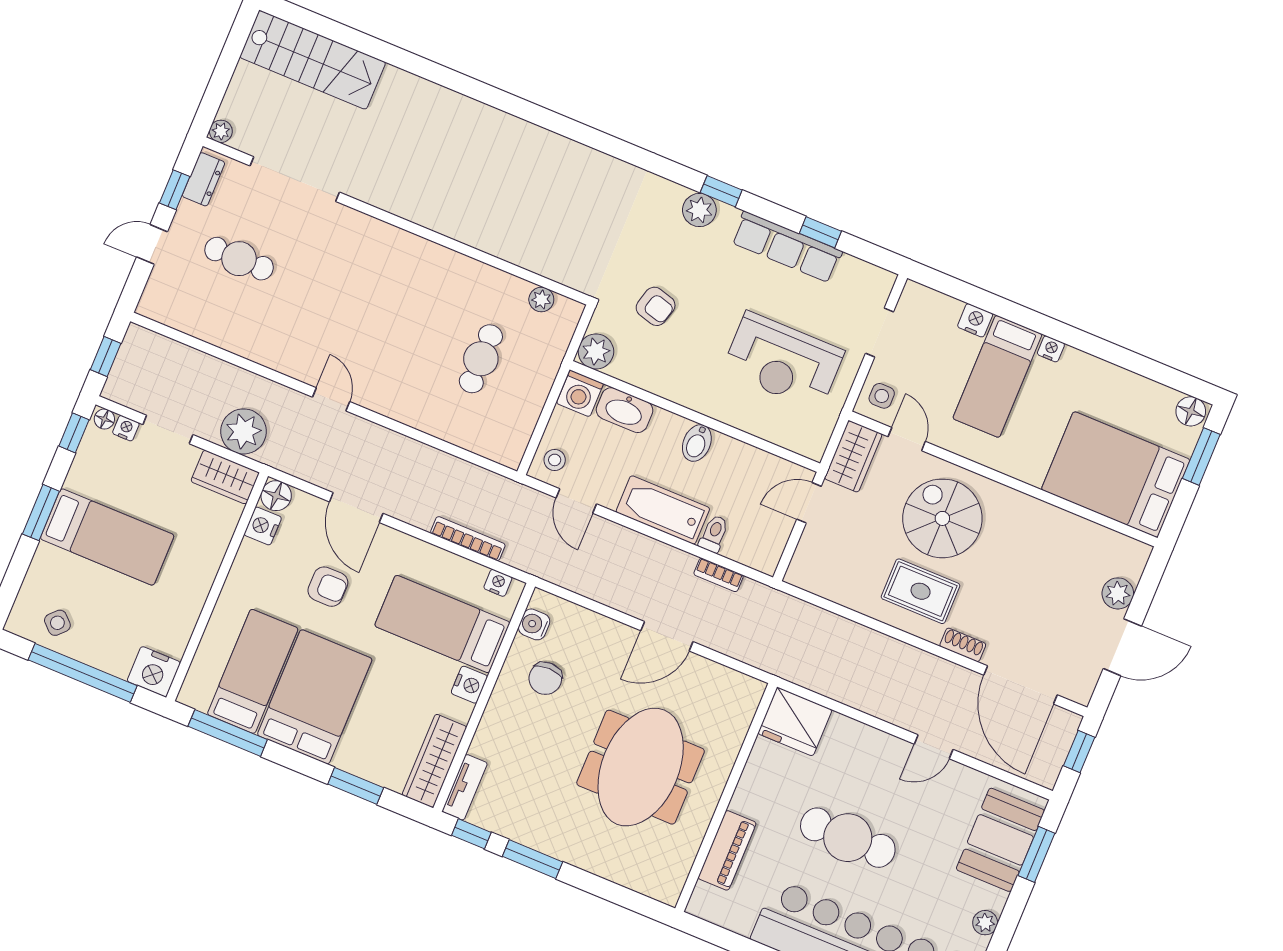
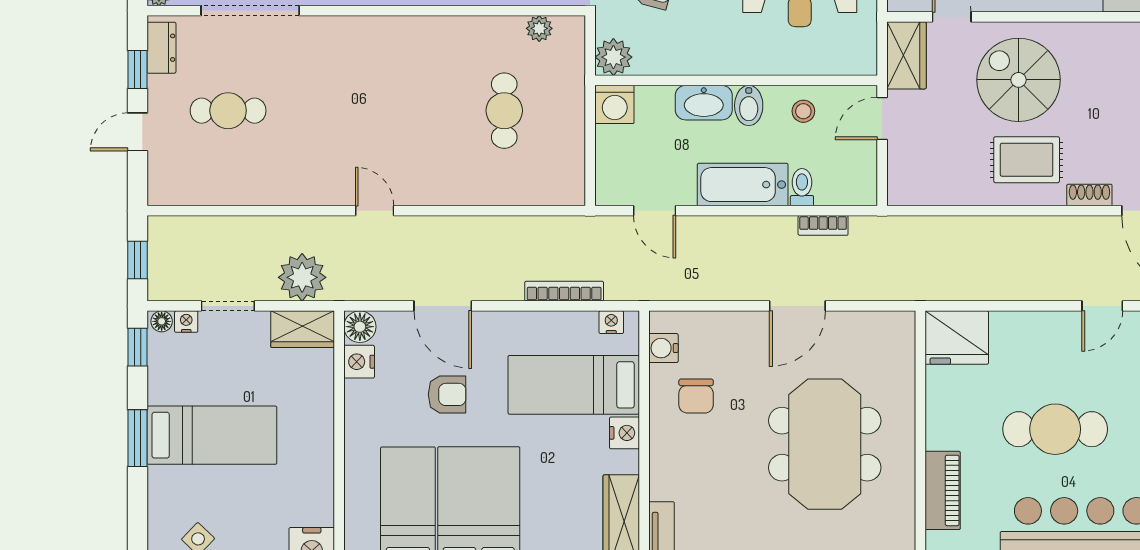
washbasin: (625, 410) -> (704, 103), moved
stool: (555, 460) -> (803, 111), moved

